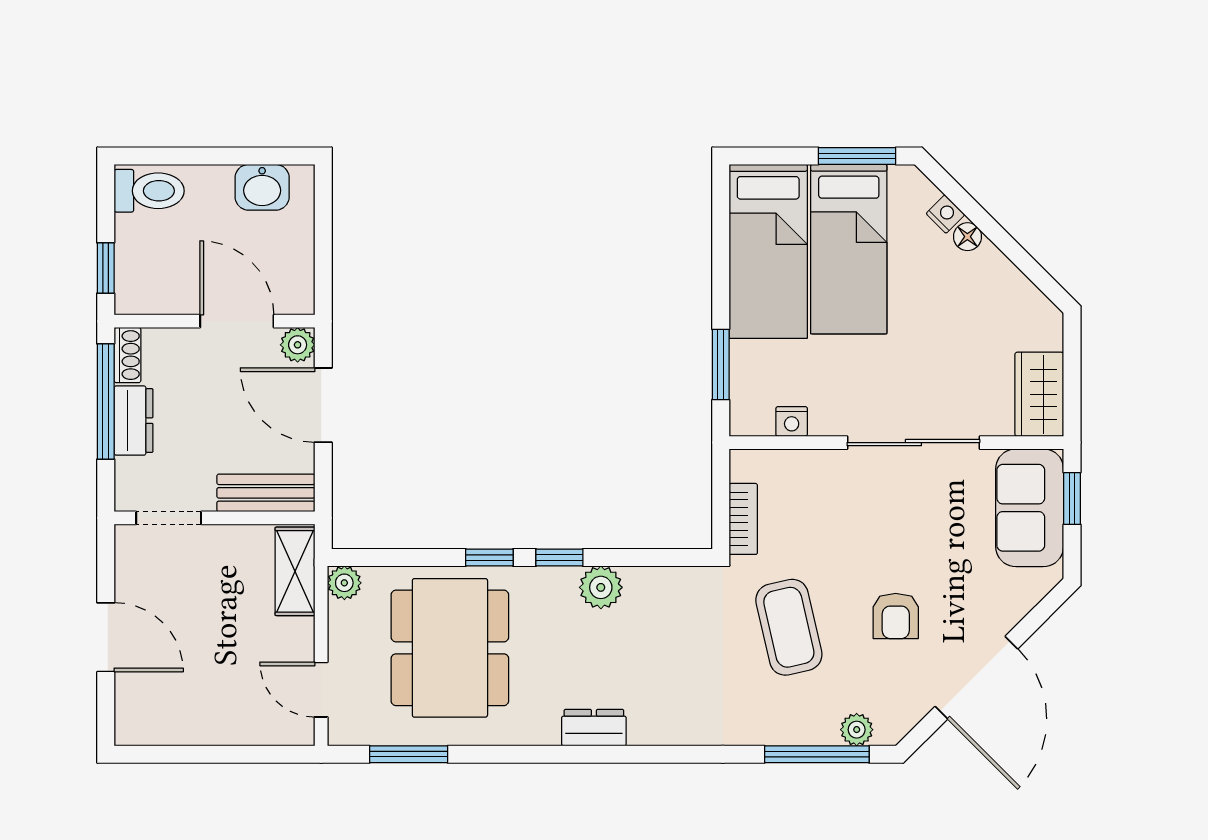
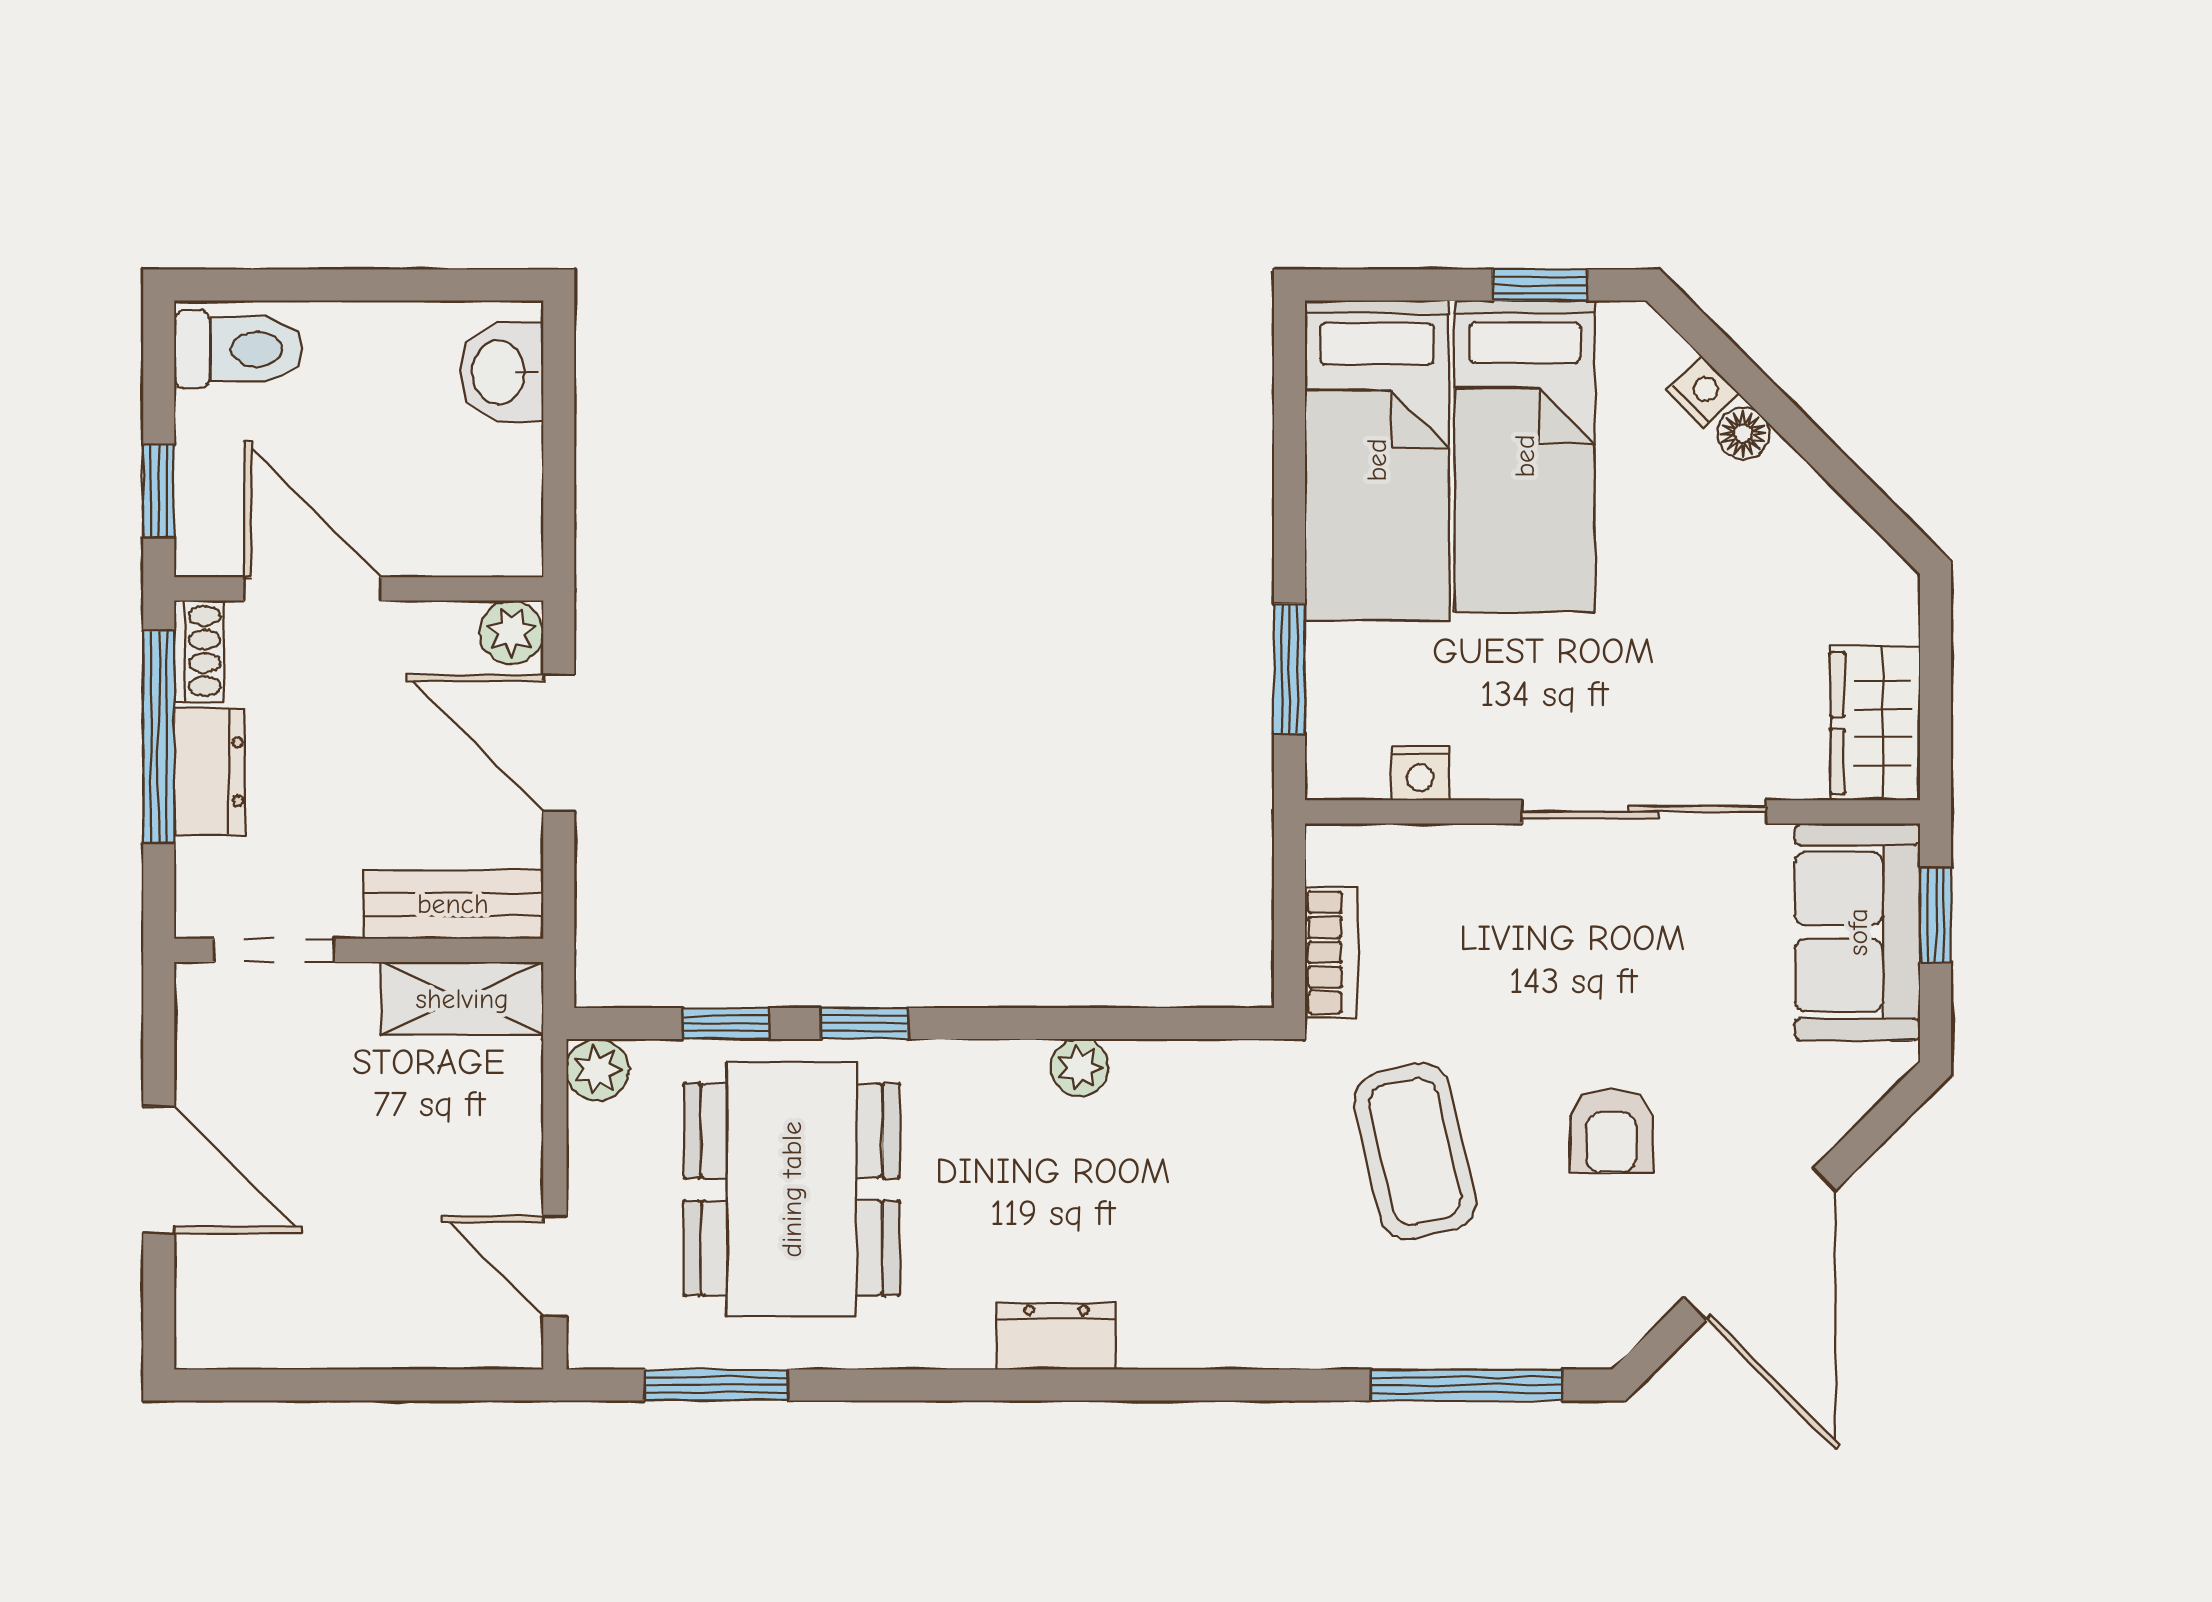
window: (857, 156) -> (1540, 285), width x0.67
washbasin: (262, 187) -> (501, 372), moved, turned 90
door: (237, 321) -> (312, 589), moved
window: (559, 558) -> (726, 1023), moved
shelving: (295, 571) -> (462, 999), moved, turned 90
plant: (601, 587) -> (1080, 1068), width x0.73, depth x0.73
plant: (857, 730) -> (1540, 1340), removed

